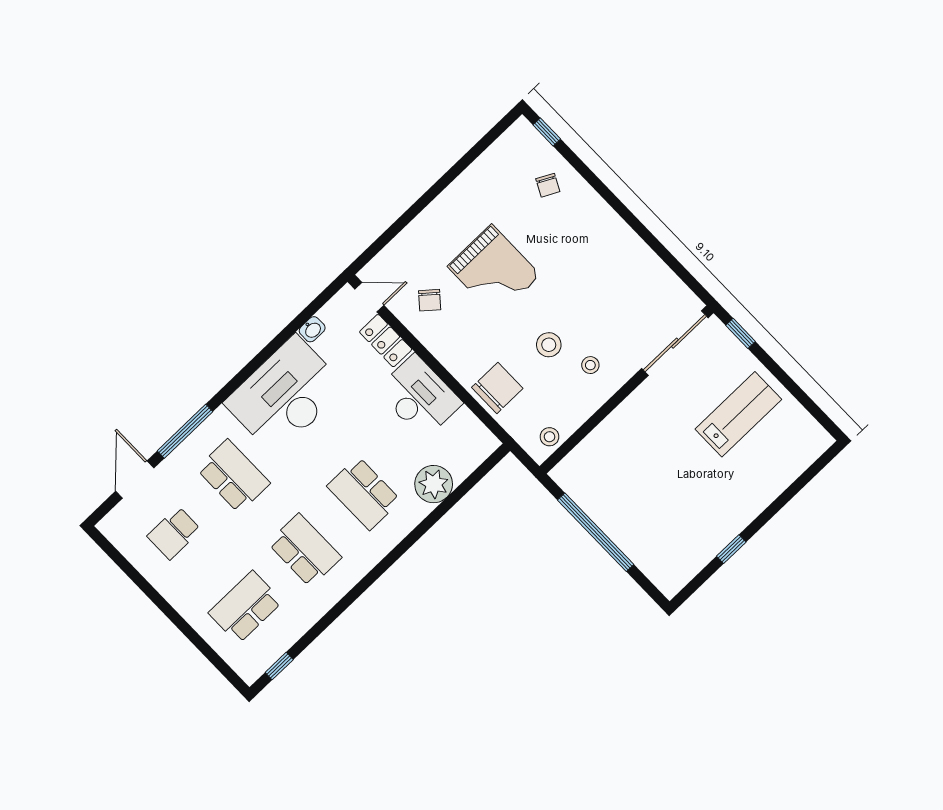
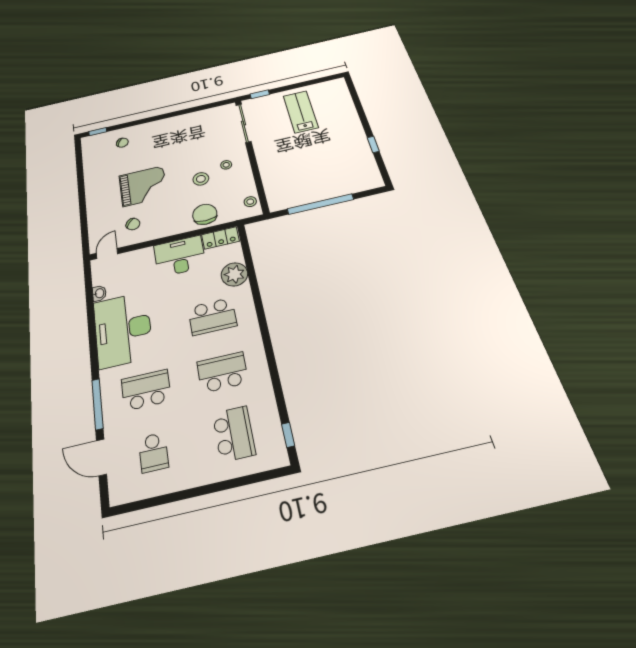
locker: (386, 341) -> (220, 238), moved
school desk: (245, 607) -> (234, 434), turned 180

